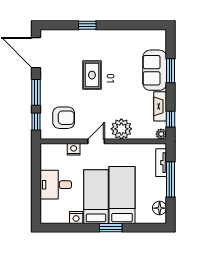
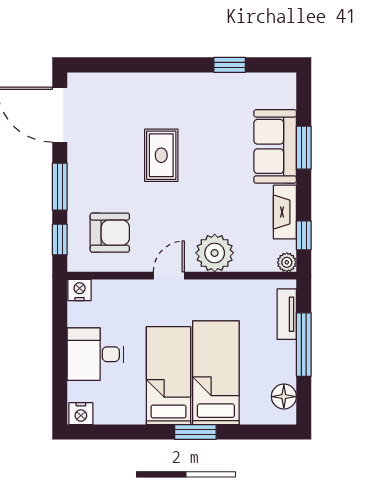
window: (87, 25) -> (230, 65), moved
nightstand: (74, 149) -> (80, 290), moved
nightstand: (76, 218) -> (81, 414), moved

